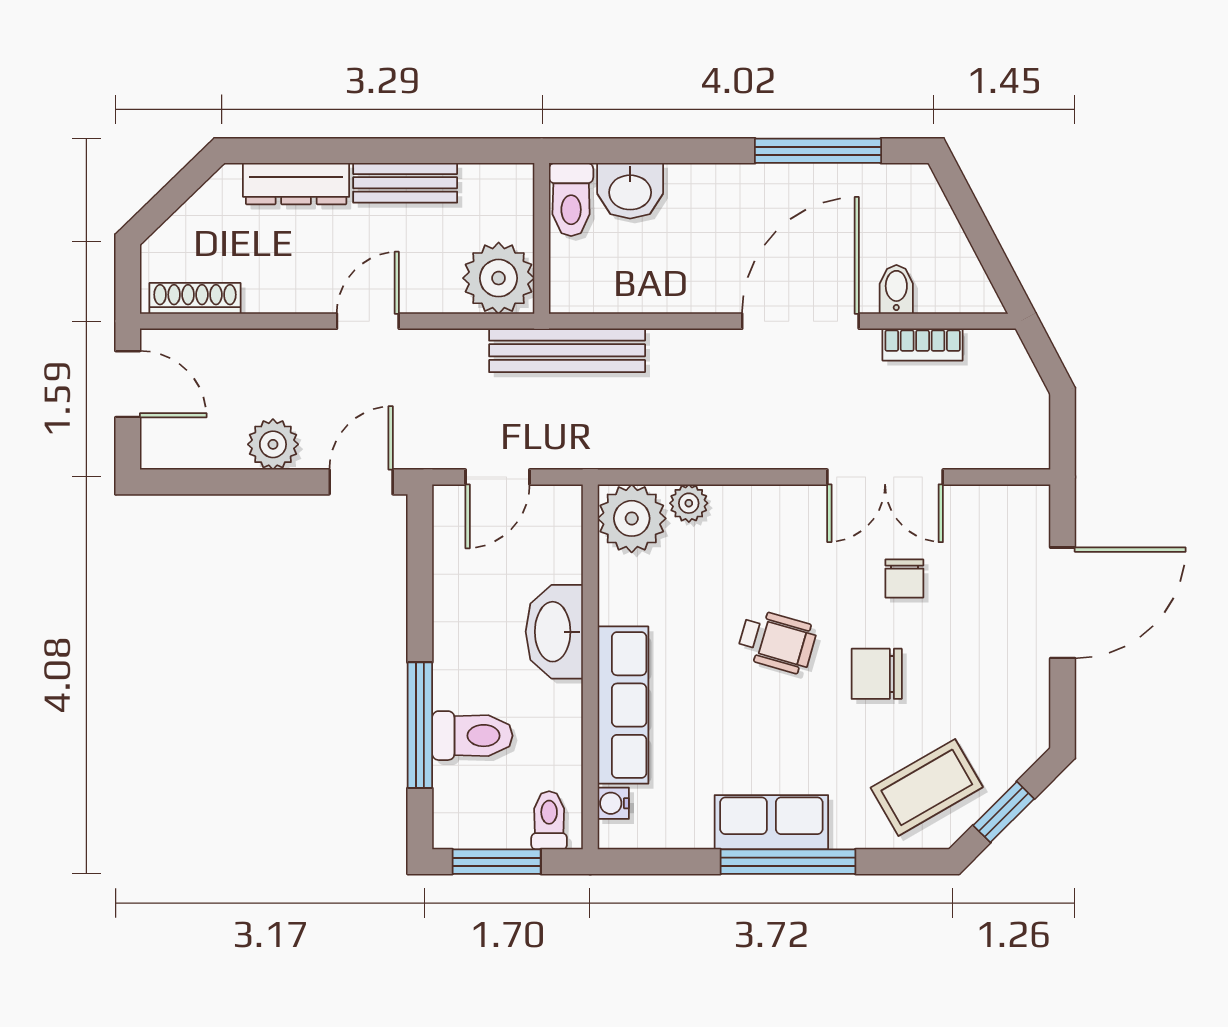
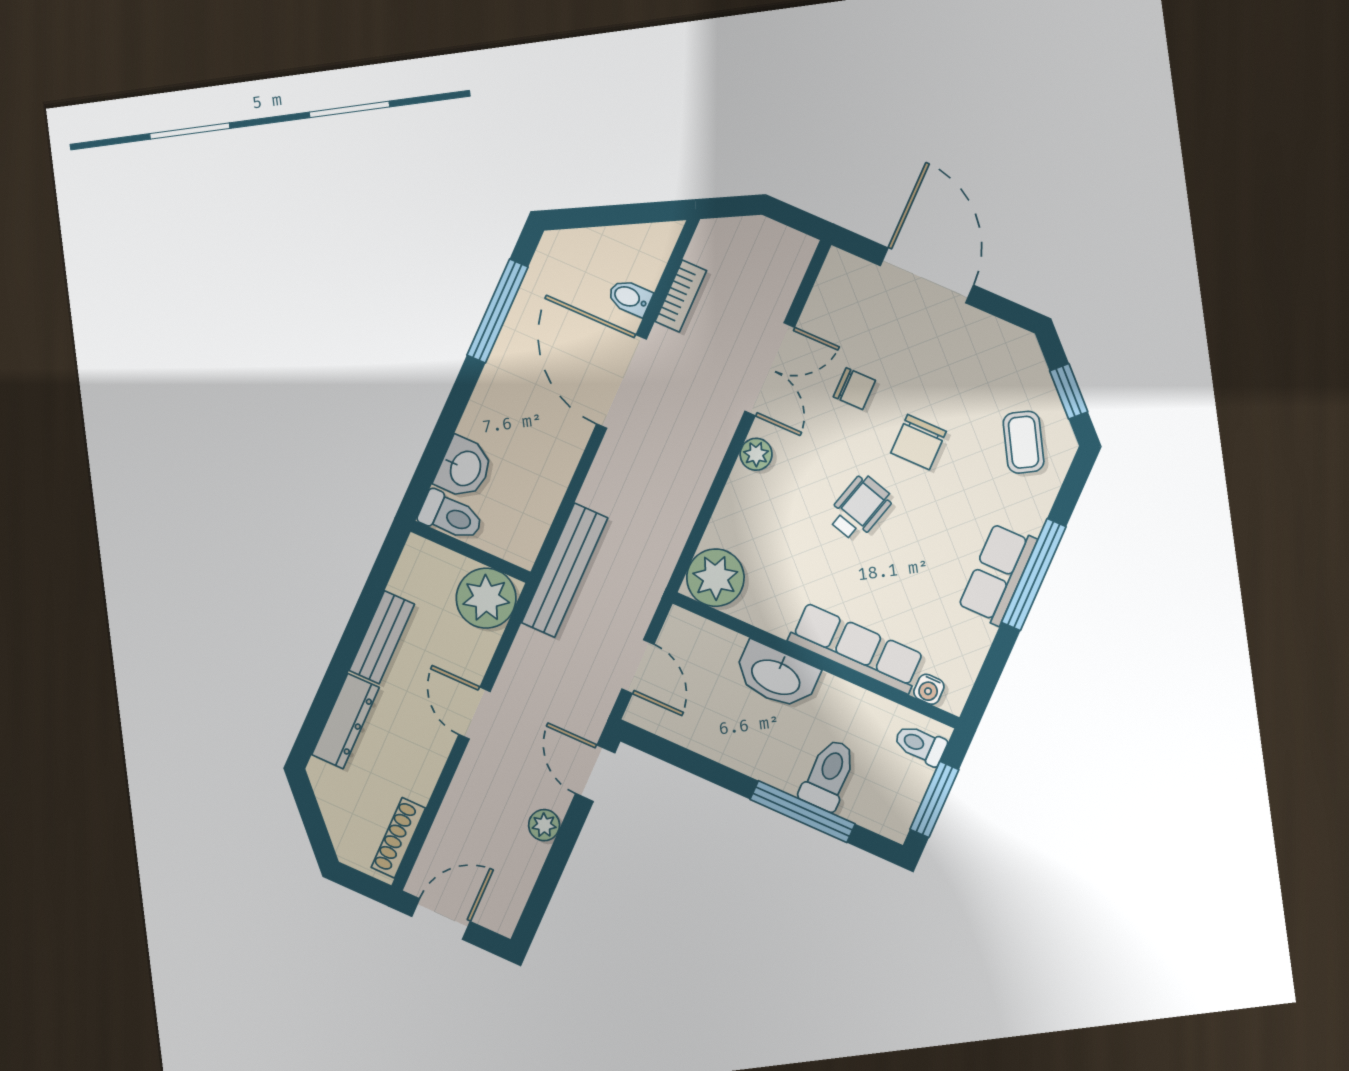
plant: (273, 444) -> (544, 825), width x0.73, depth x0.73
plant: (689, 503) -> (756, 454), moved
coffee table: (927, 787) -> (1024, 442), width x0.73, depth x0.77

